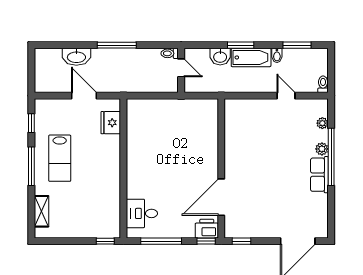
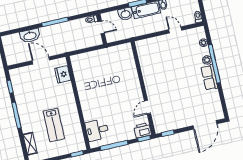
lab bench: (60, 158) -> (54, 125), moved
door: (221, 197) -> (147, 107), width x0.53

